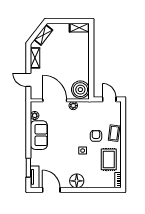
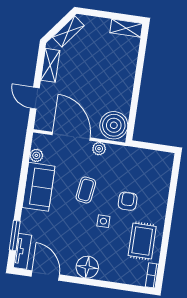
door: (109, 99) -> (157, 147), removed
coffee table: (114, 133) -> (86, 190), moved

